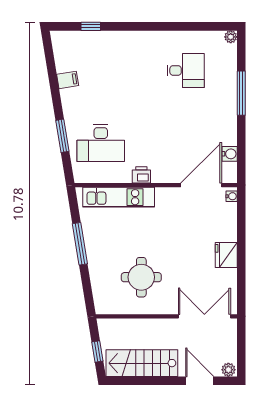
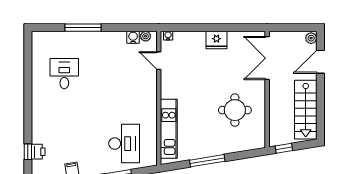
plant: (231, 37) -> (146, 36), moved
printer: (141, 175) -> (38, 152), moved, turned 180
door: (201, 185) -> (159, 61), width x0.53
window: (97, 351) -> (284, 148), moved

